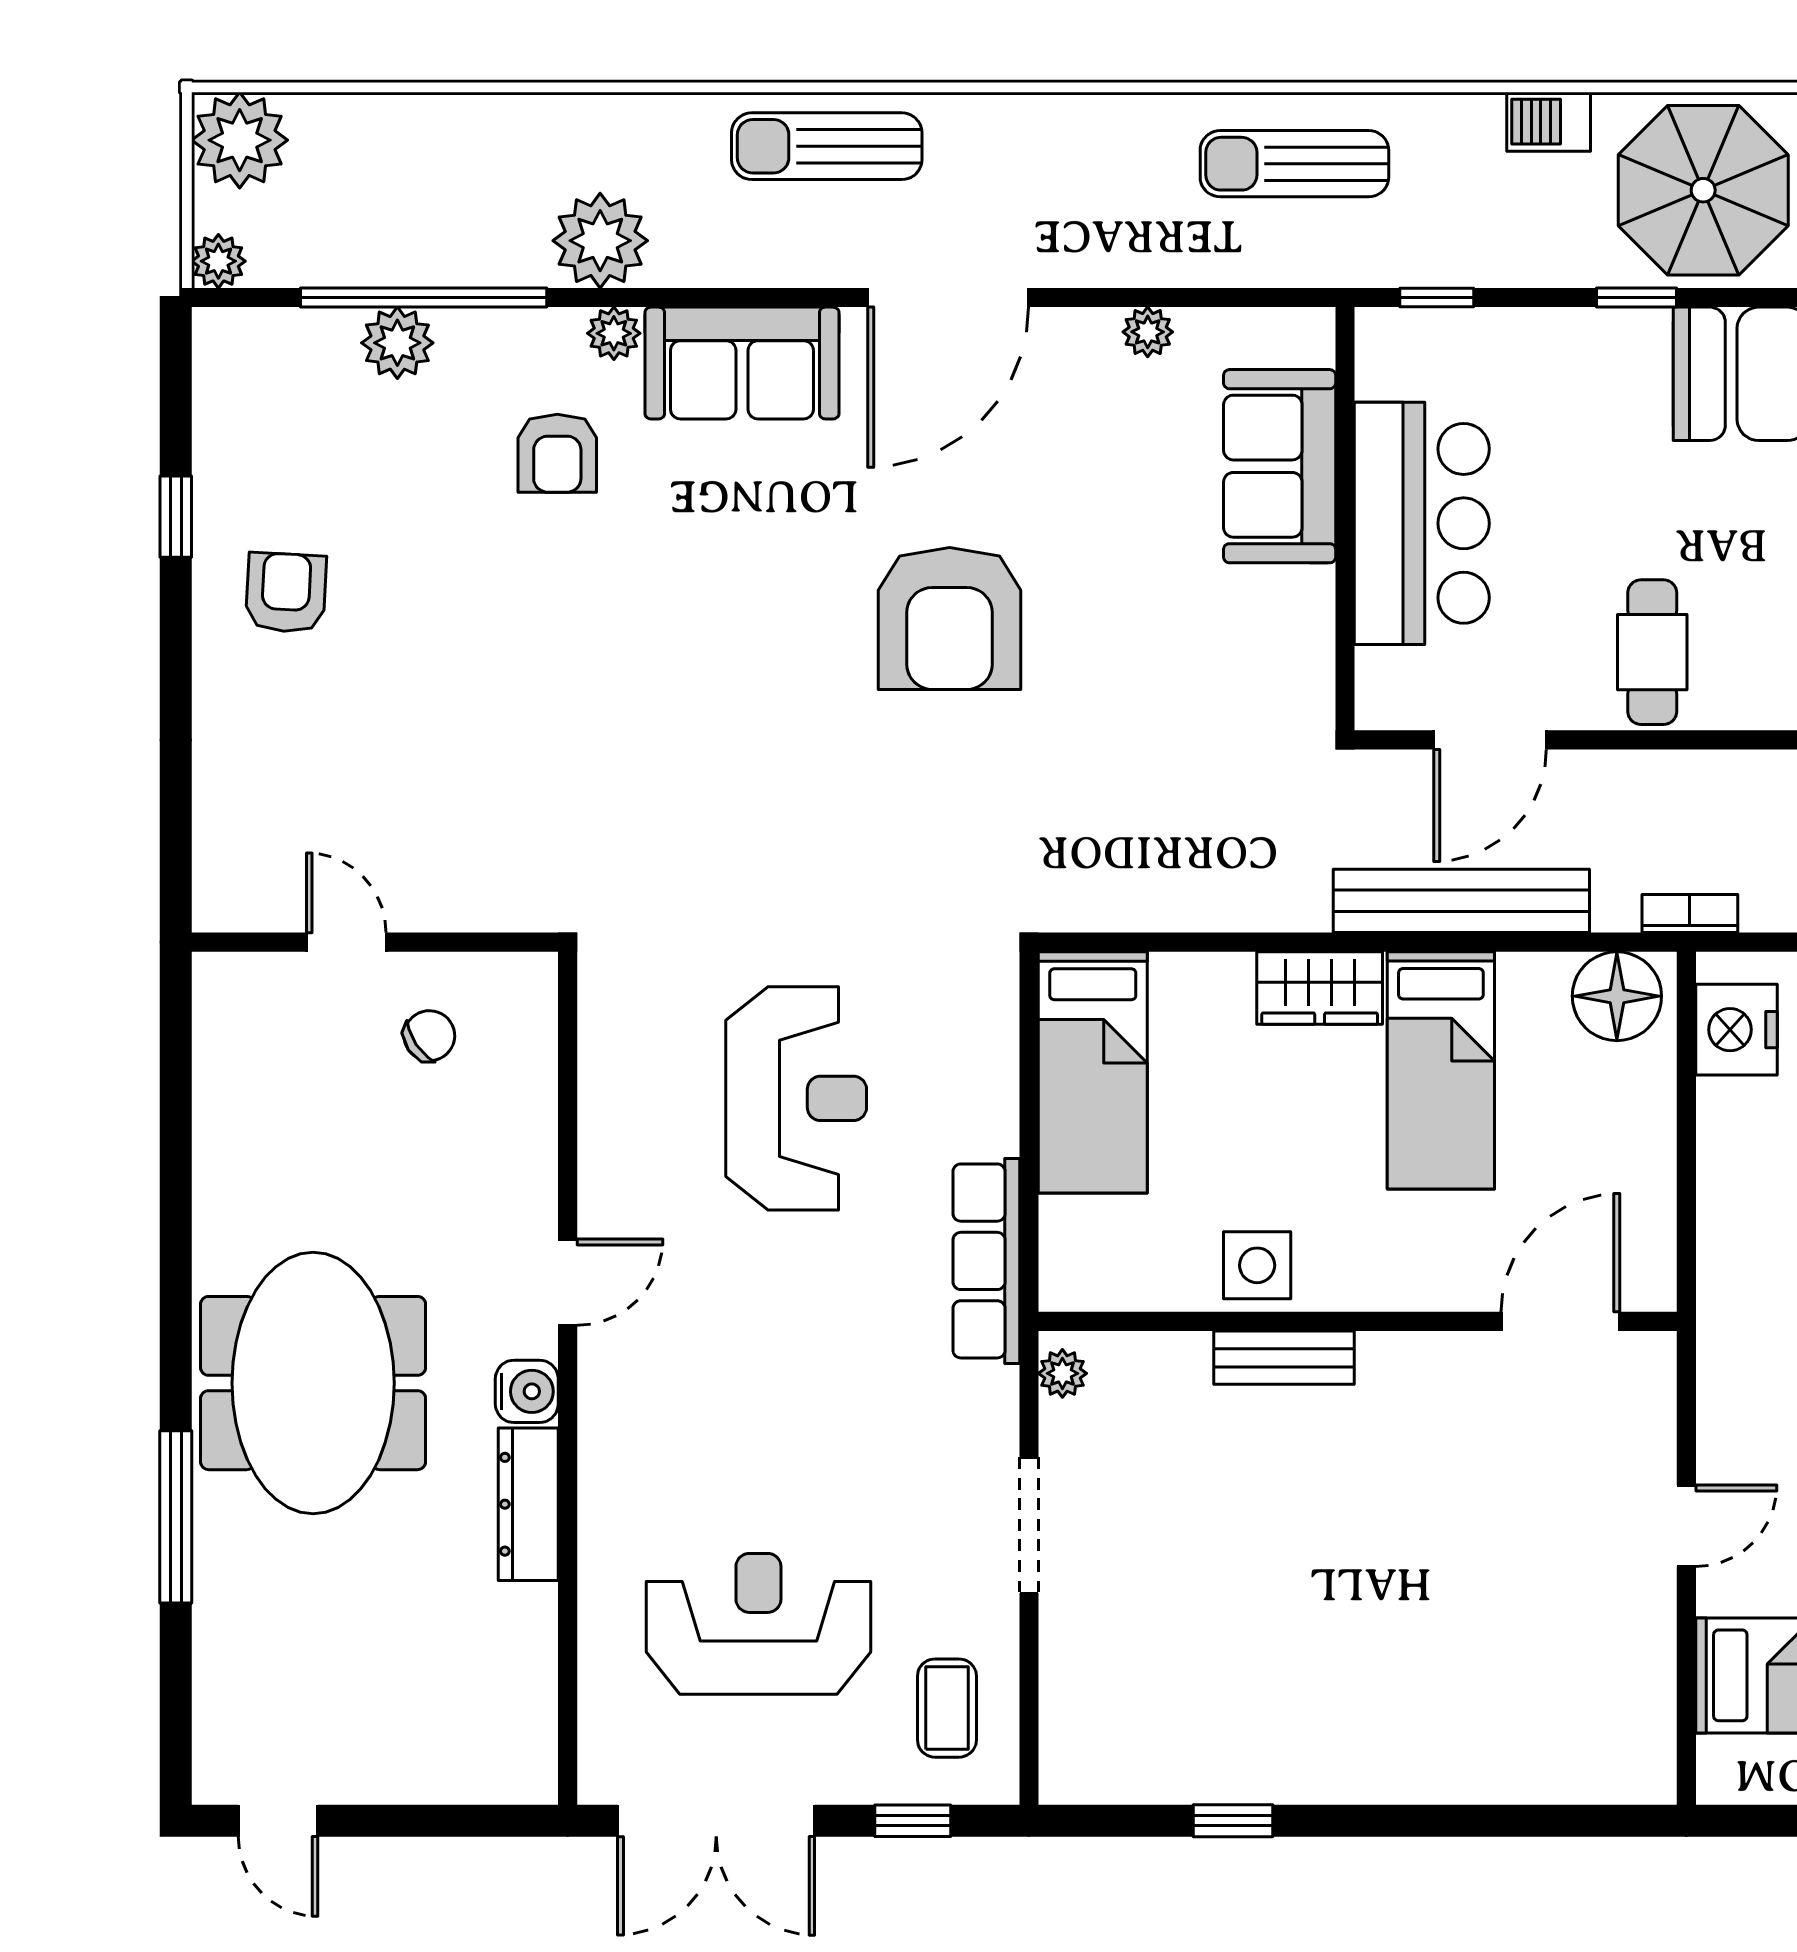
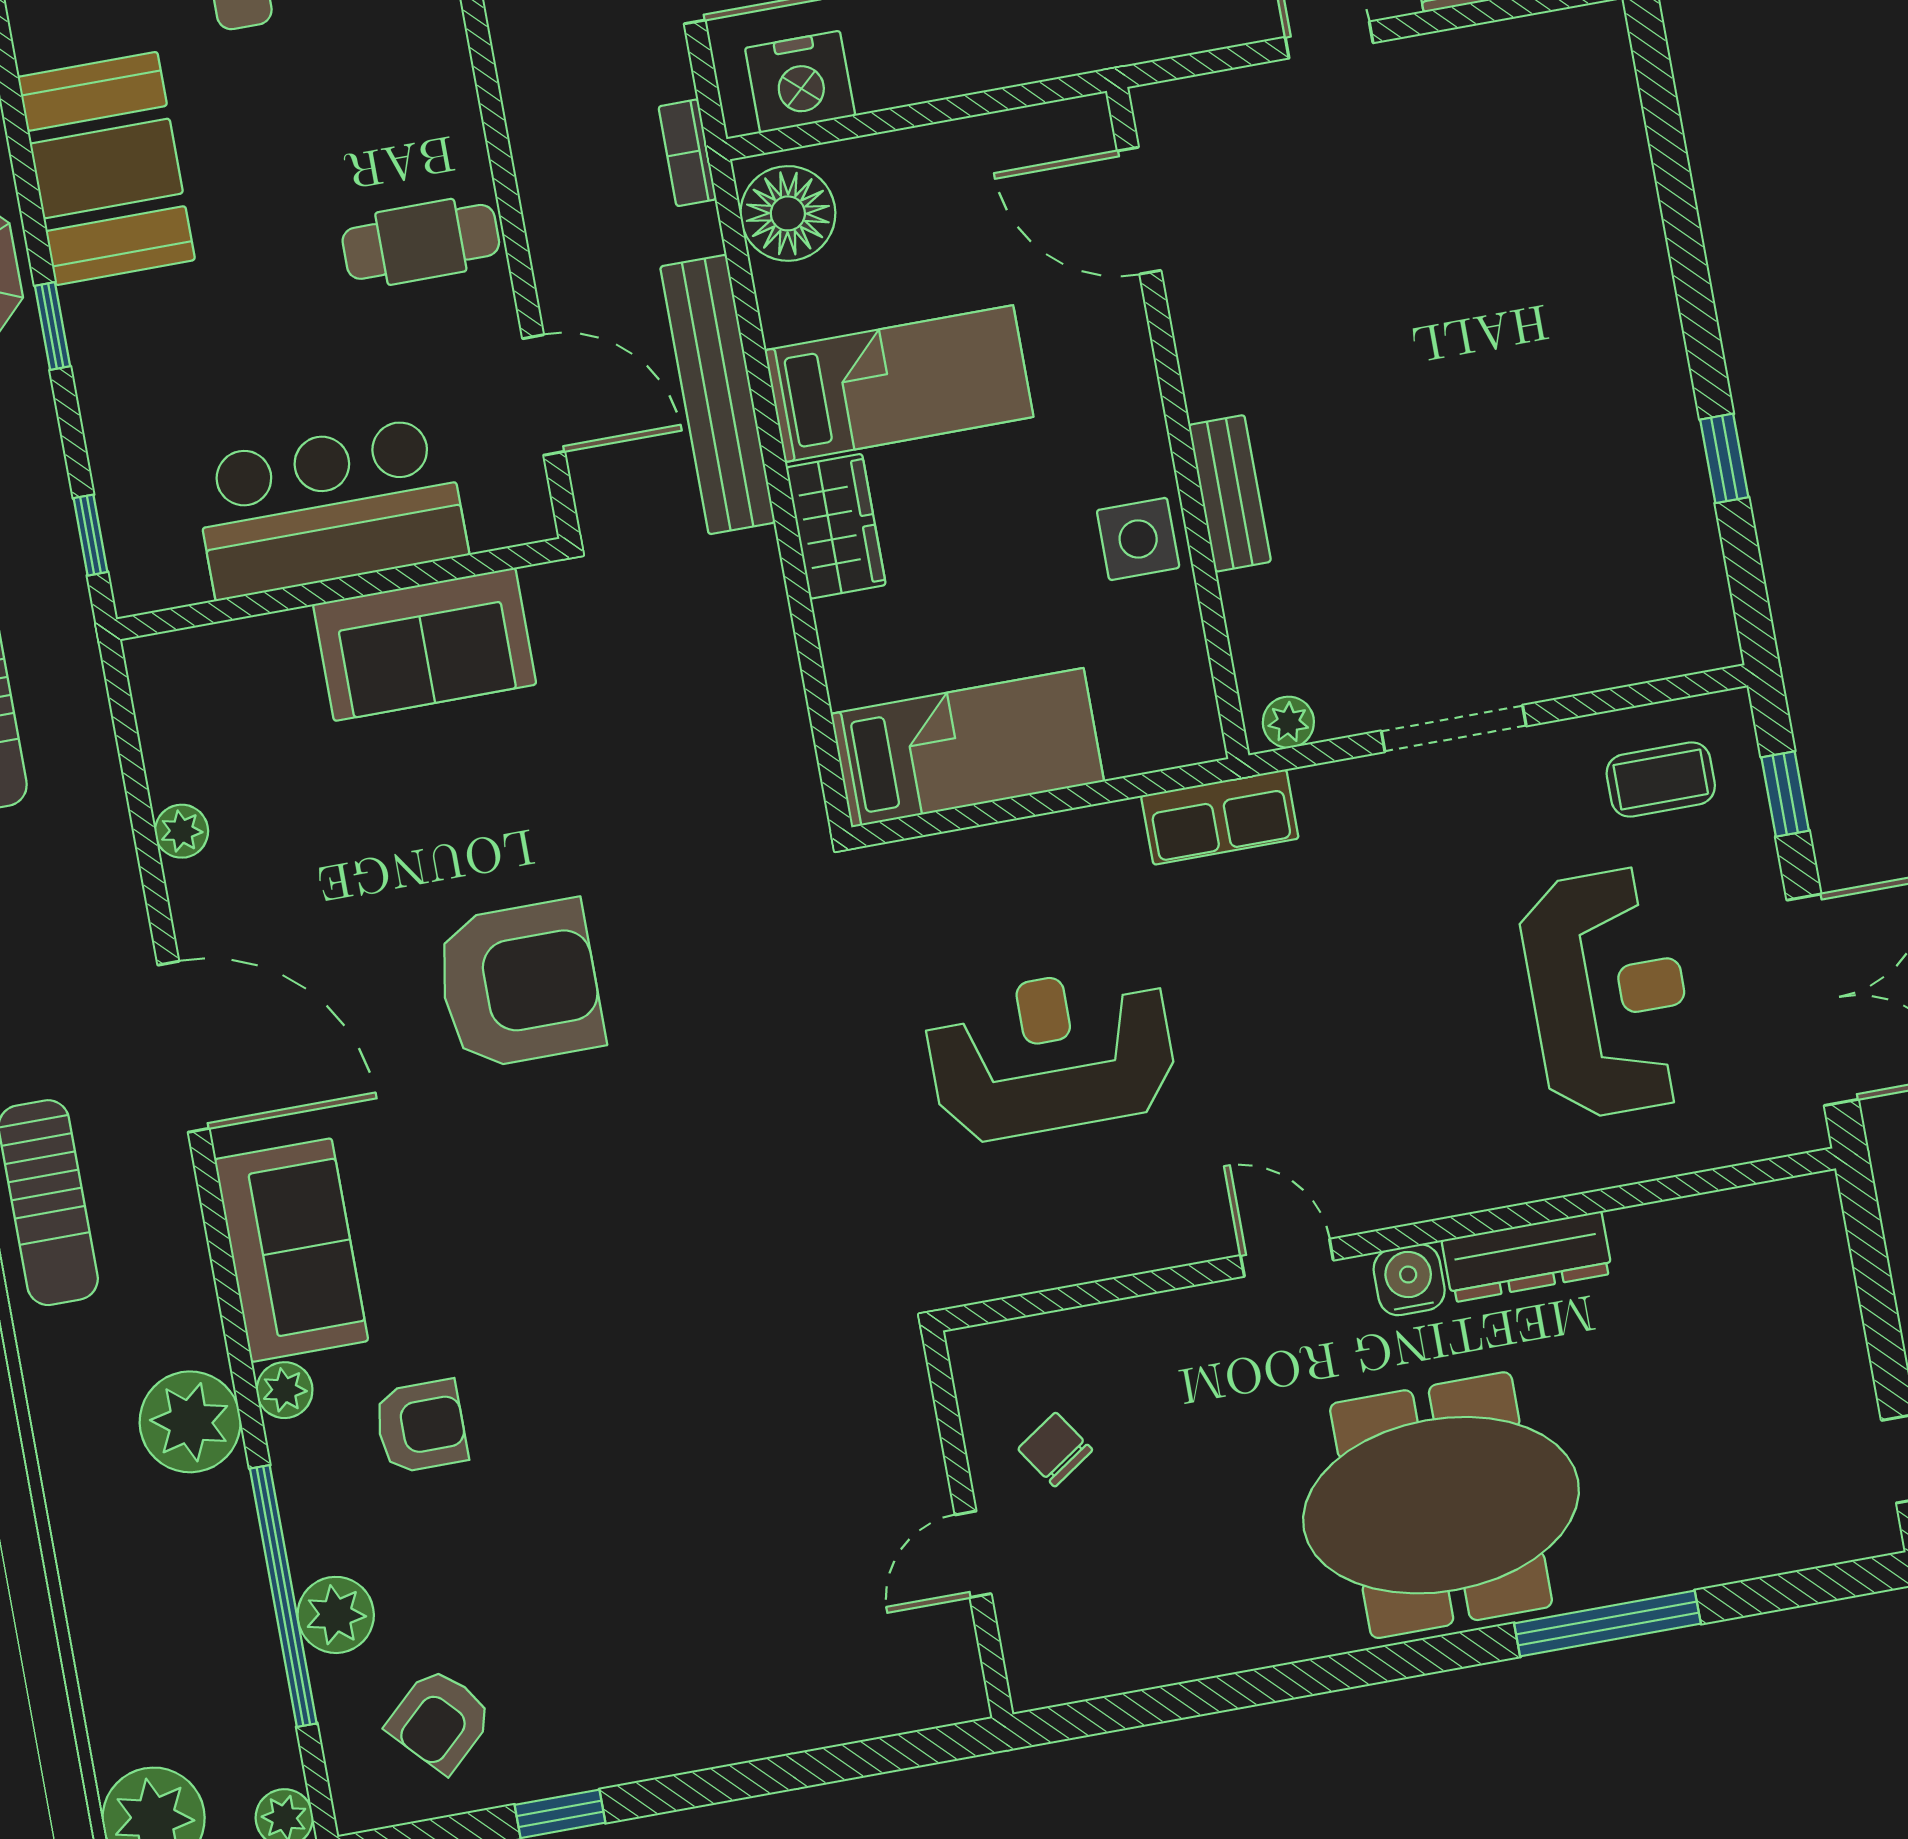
sofa: (1280, 466) -> (425, 644), moved
armchair: (286, 593) -> (440, 1720), moved, turned -46
row of seats: (986, 1261) -> (1220, 817), width x0.68
reception desk: (758, 1624) -> (1608, 993), turned 180

